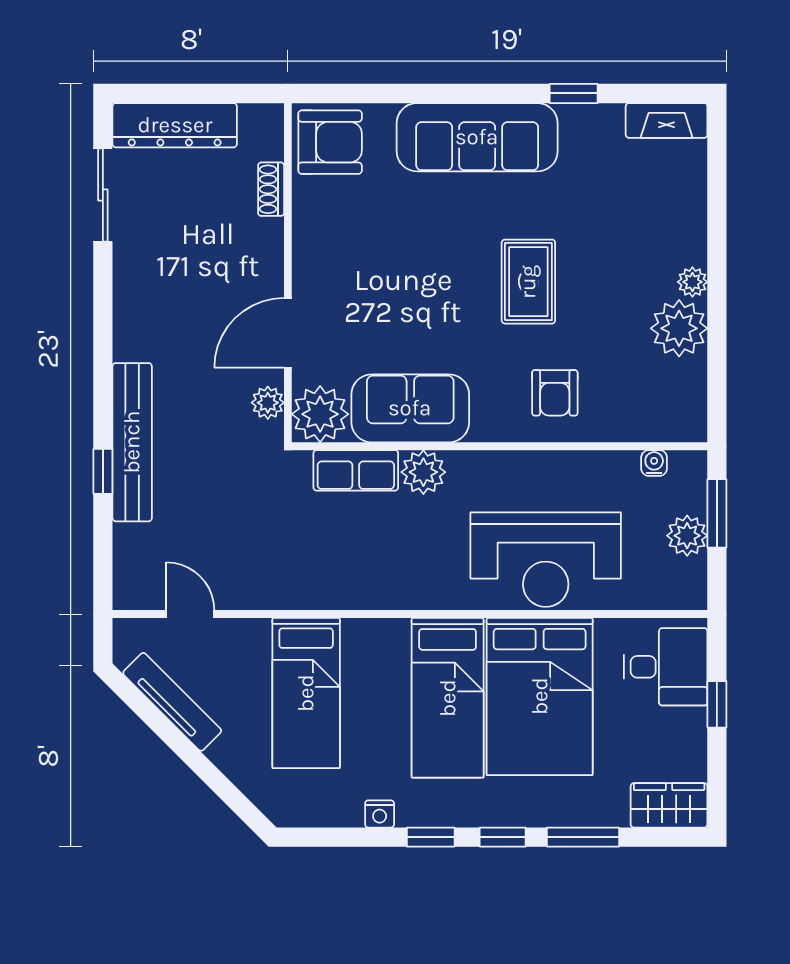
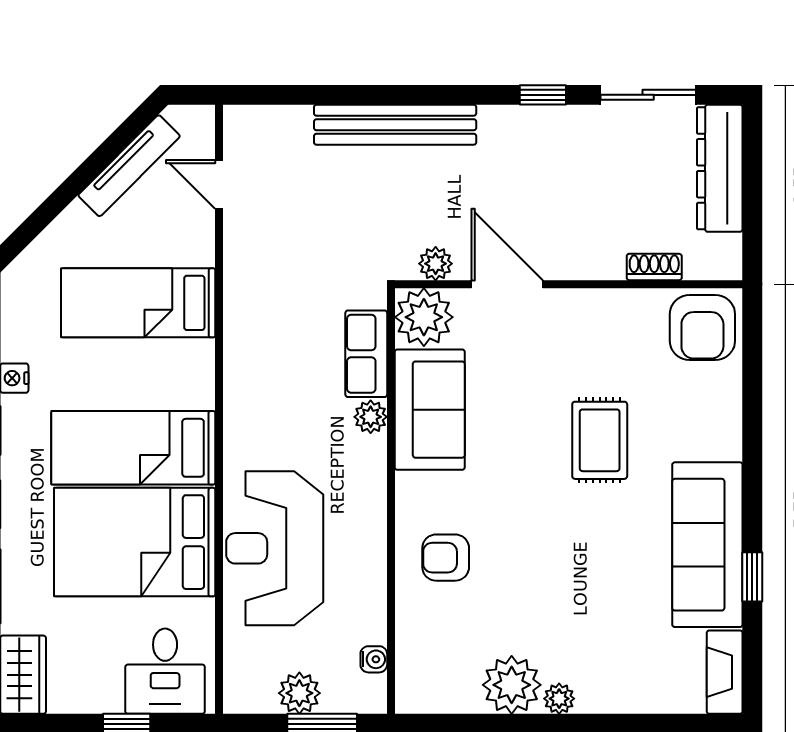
sofa: (477, 137) -> (707, 545), moved
rug: (528, 282) -> (600, 440), moved, turned 90
window: (103, 471) -> (543, 95), moved
plant: (423, 472) -> (371, 417), width x0.73, depth x0.73
door: (190, 614) -> (219, 184), swing flipped

